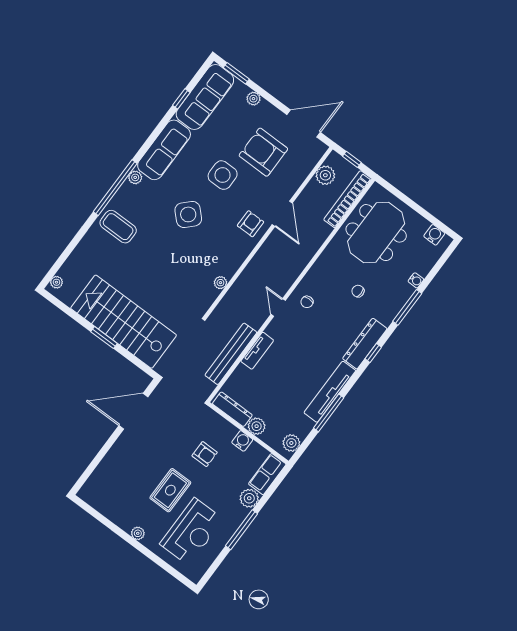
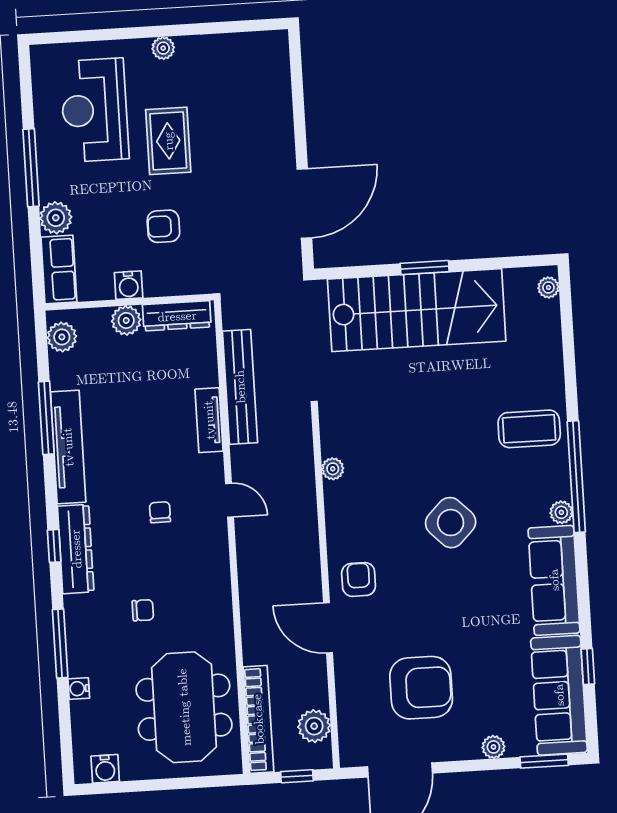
side table: (223, 175) -> (449, 612), removed
armchair: (250, 224) -> (359, 579), turned 180
chair: (307, 302) -> (160, 512), moved

